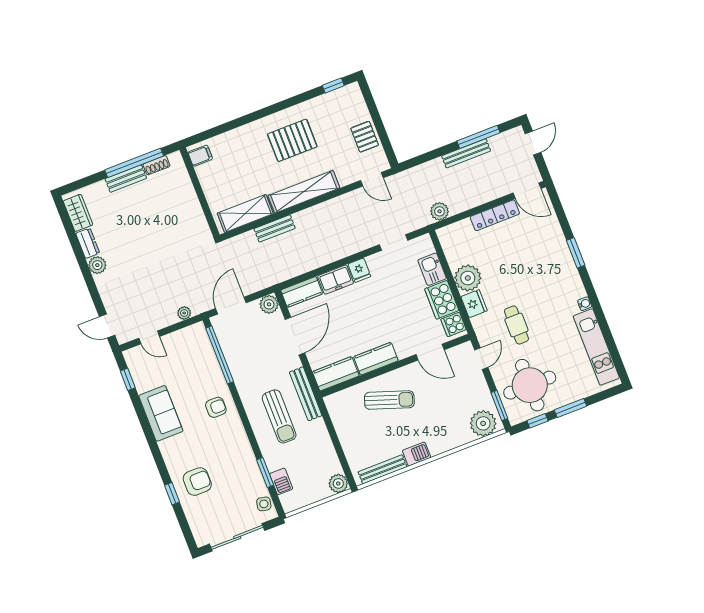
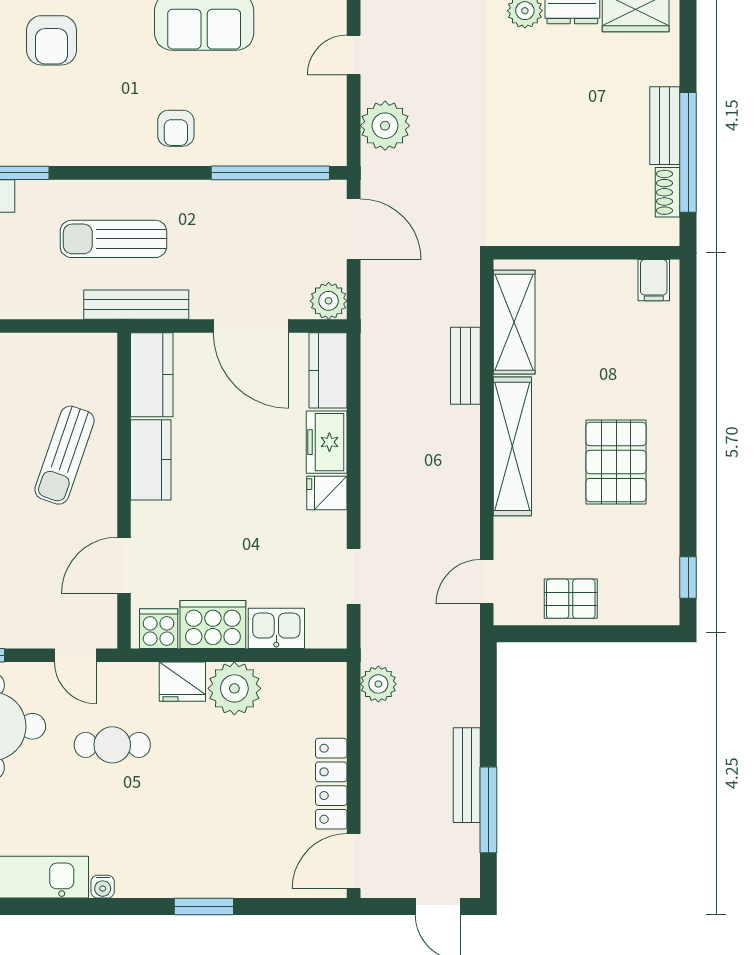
plant: (184, 313) -> (385, 126), width x1.88, depth x1.88

